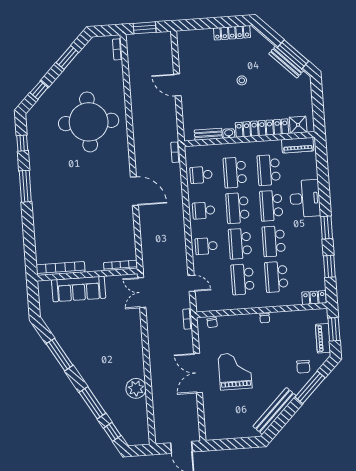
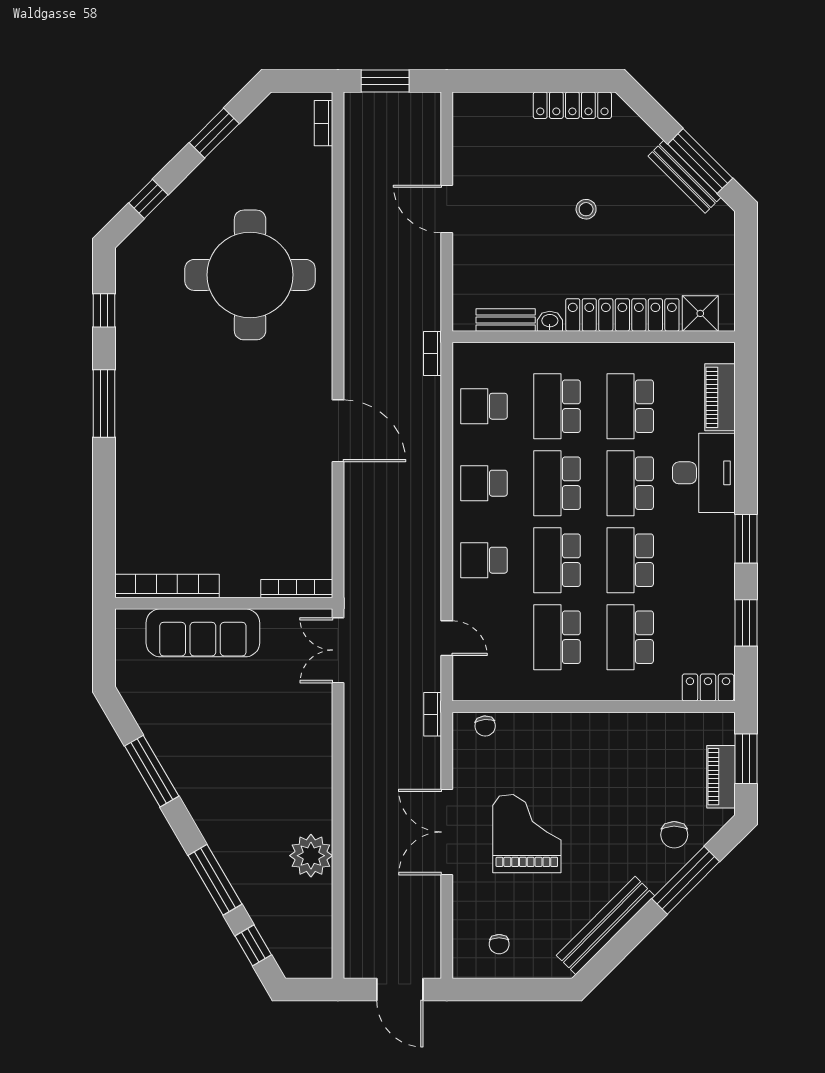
piano: (298, 145) -> (720, 397), moved, turned 90
chair: (265, 318) -> (499, 944), moved

